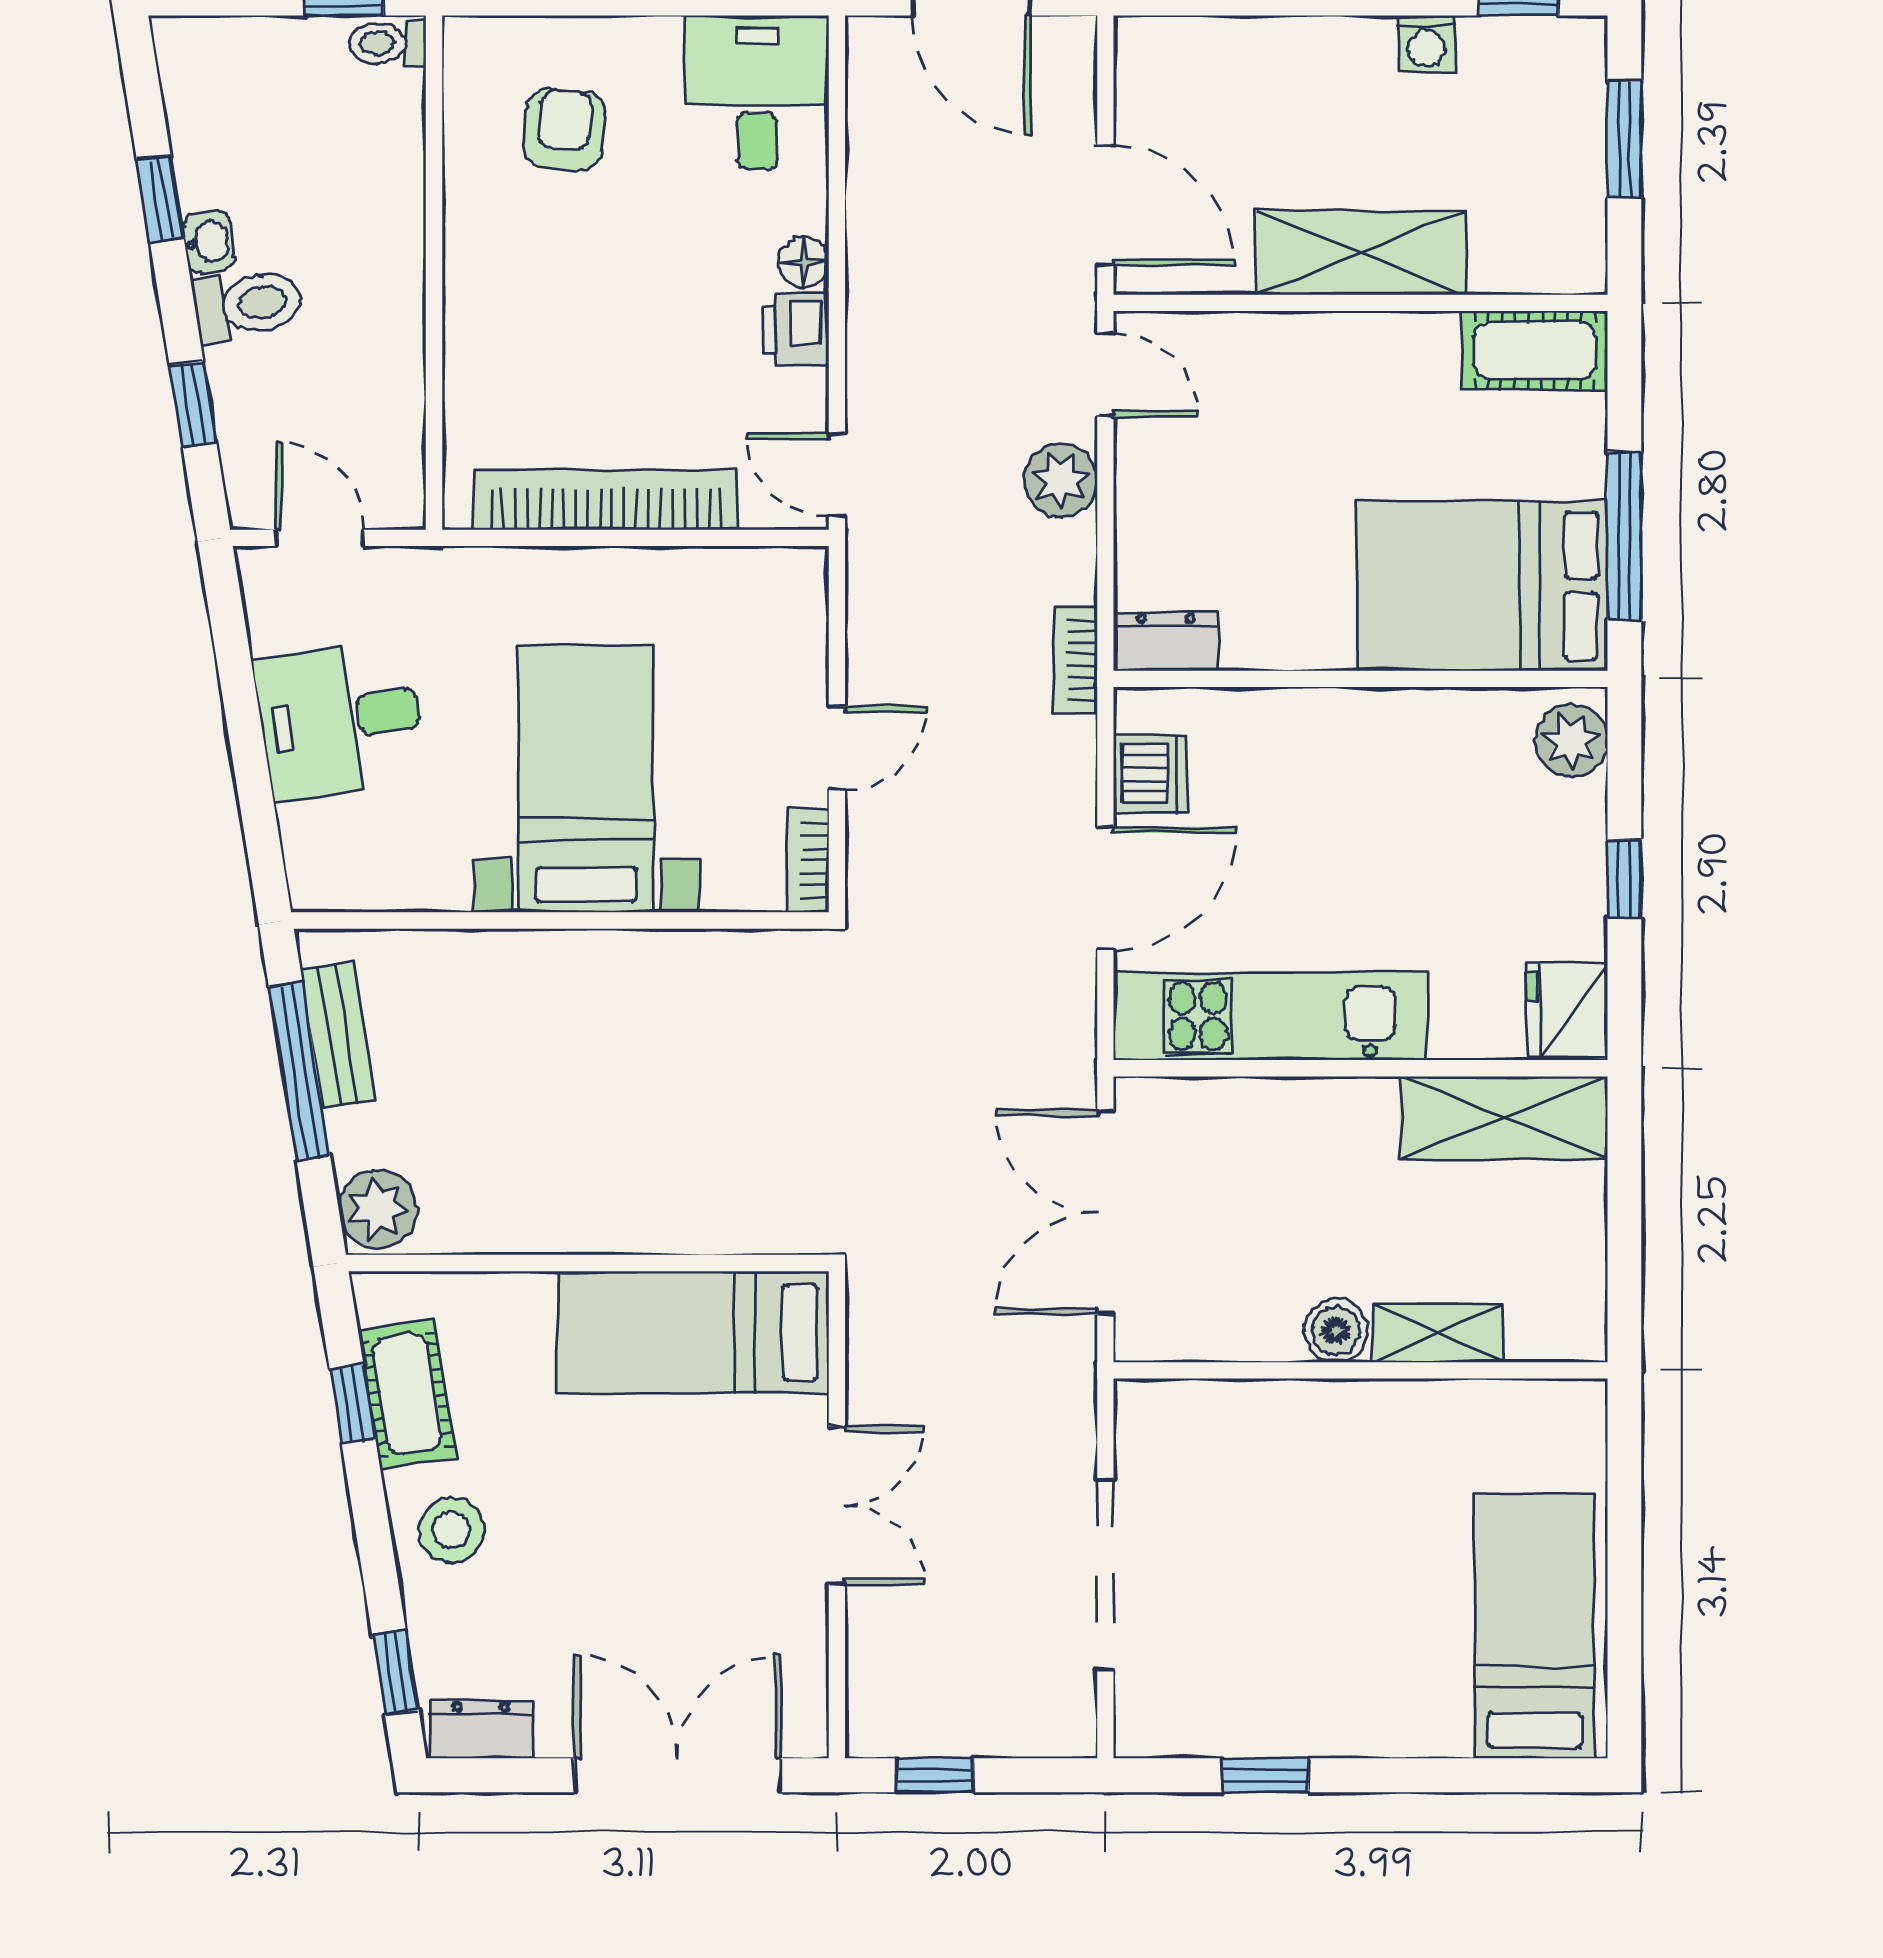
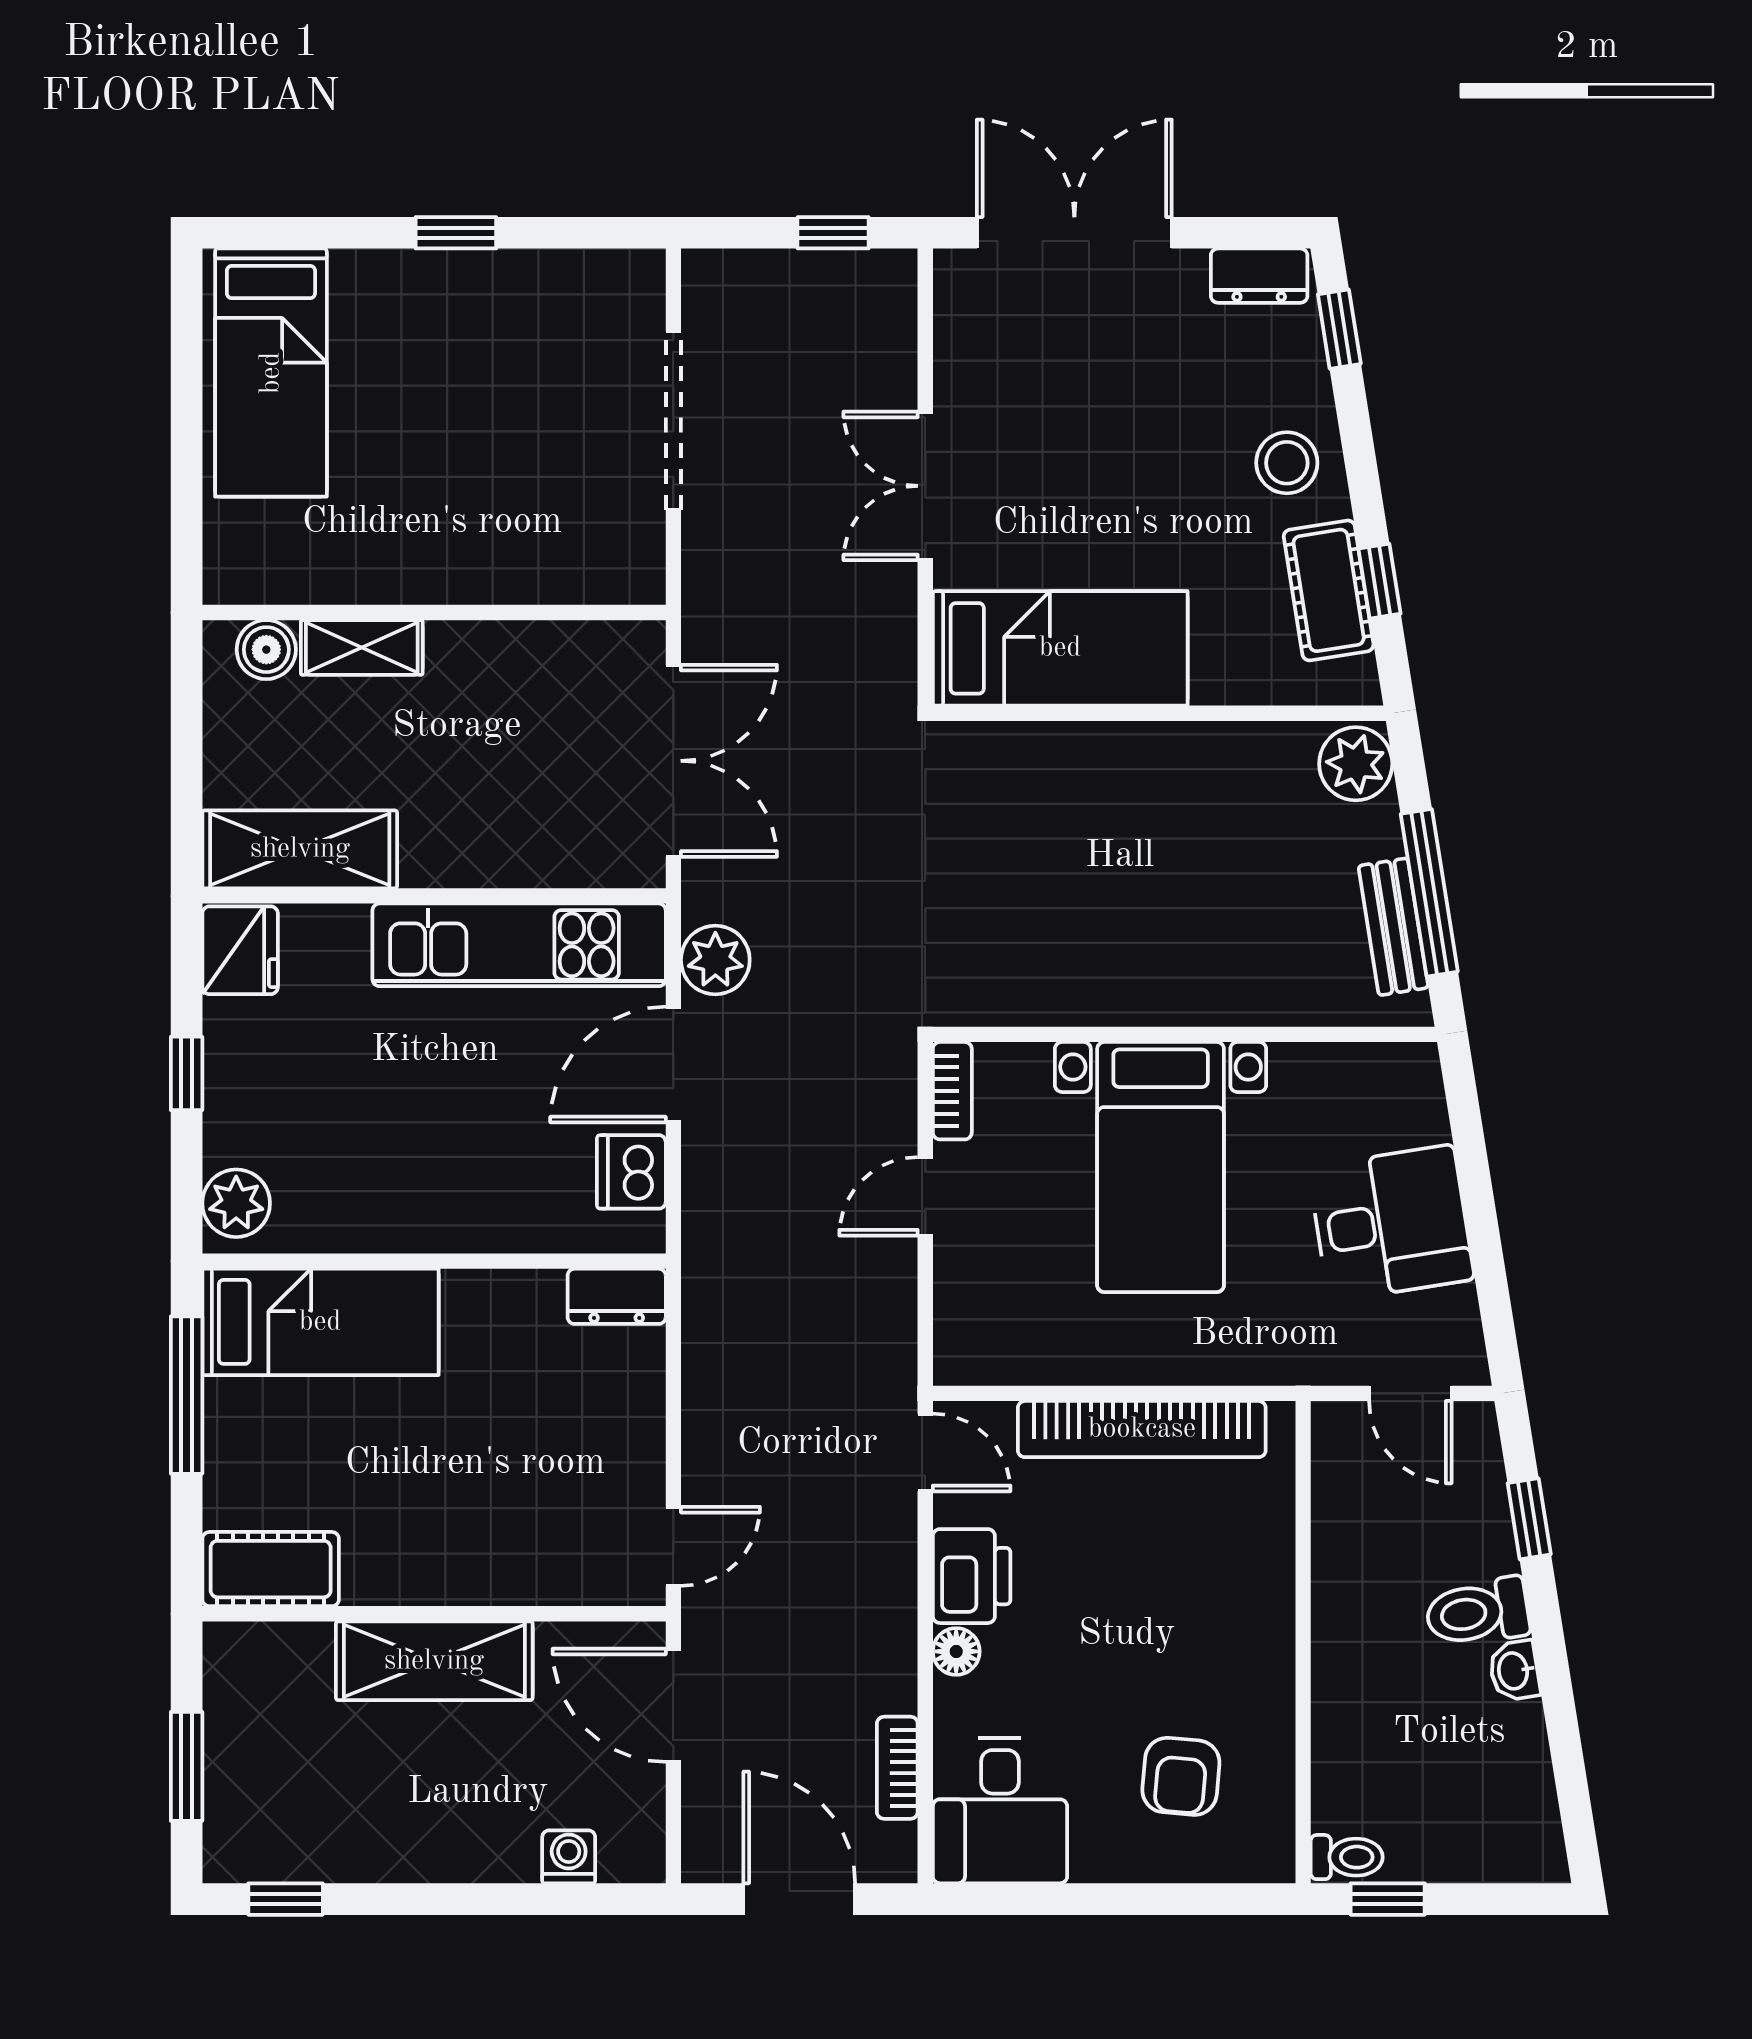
washing machine: (1426, 44) -> (569, 1857), moved
window: (160, 199) -> (1560, 1711), removed
printer: (795, 330) -> (972, 1576), width x1.36, depth x1.24
door: (1105, 375) -> (673, 1546), swing flipped
plant: (1061, 480) -> (715, 960), moved
bed: (1482, 586) -> (320, 1322), width x0.67
bookcase: (1076, 660) -> (897, 1768), moved, turned 180
boiler: (1336, 1331) -> (266, 650), moved
double door: (678, 1775) -> (1074, 233), swing flipped
window: (1266, 1775) -> (456, 233), moved

